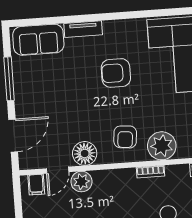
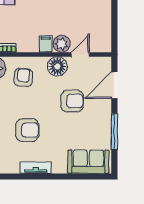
tv unit: (83, 29) -> (36, 168), moved
armchair: (64, 113) -> (72, 101), added
filing cabinet: (36, 185) -> (46, 44), moved

